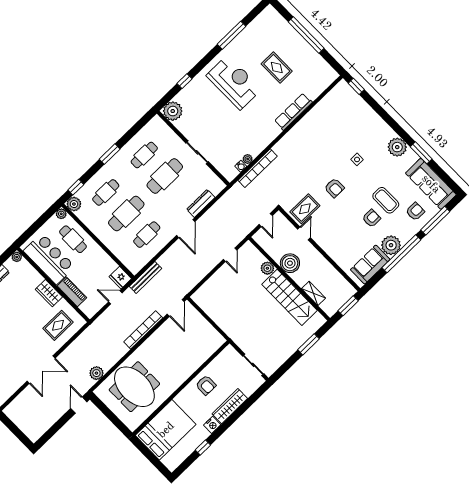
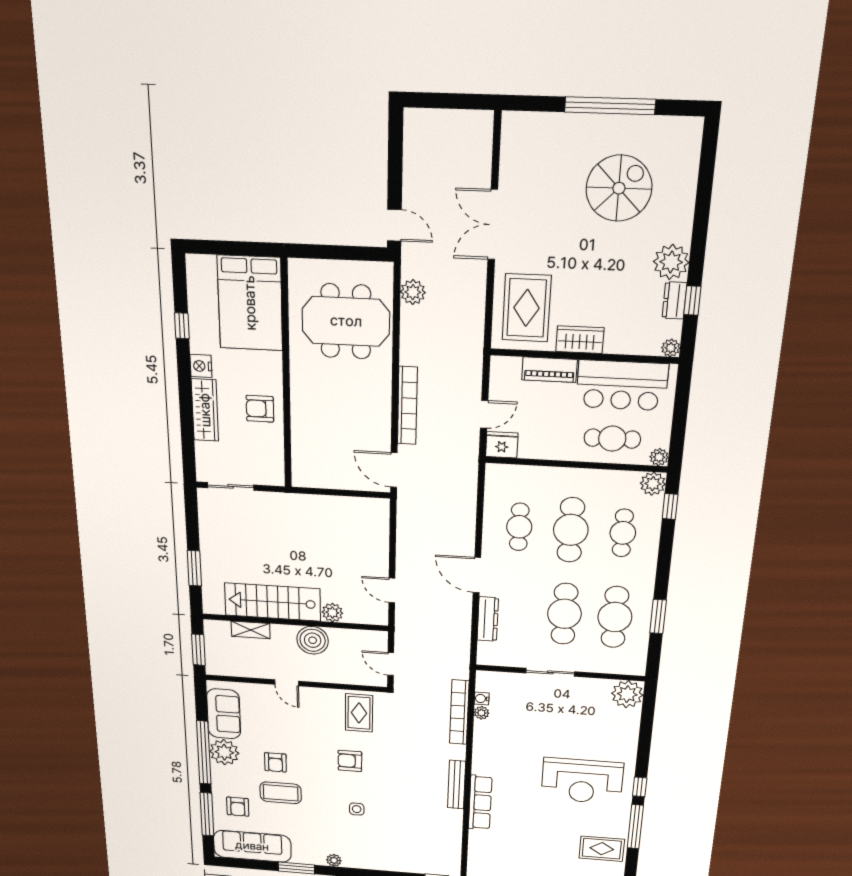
rug: (277, 68) -> (602, 849), moved
window: (184, 81) -> (640, 787), moved
plant: (397, 147) -> (334, 860), width x0.53, depth x0.53
window: (110, 154) -> (658, 616), moved
cafe table: (144, 155) -> (615, 617), width x1.37, depth x1.35
door: (304, 233) -> (287, 683), moved
bench: (146, 277) -> (457, 785), moved
rug: (58, 325) -> (527, 308), width x1.36, depth x1.43

